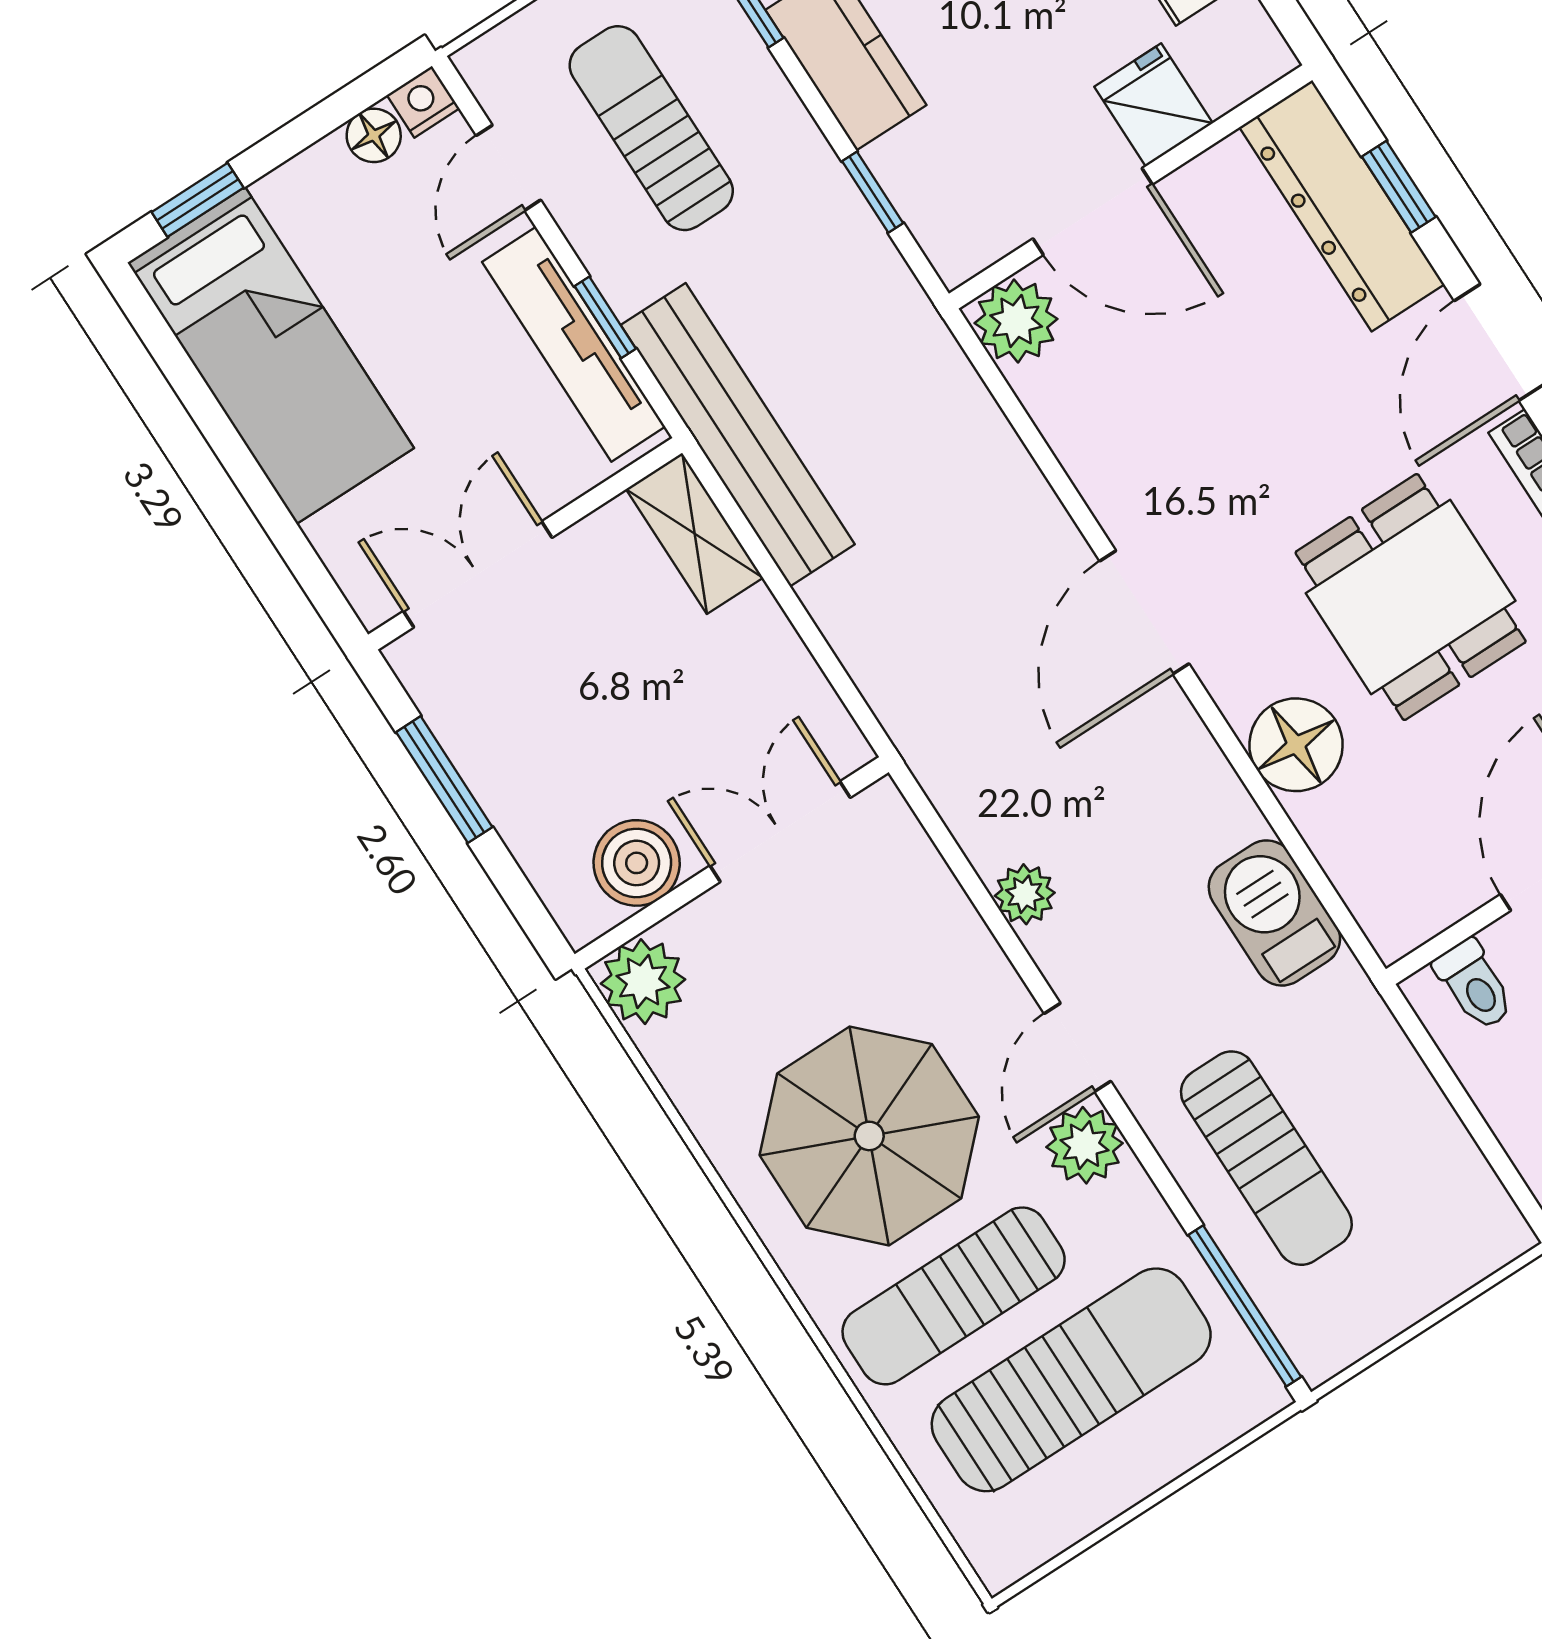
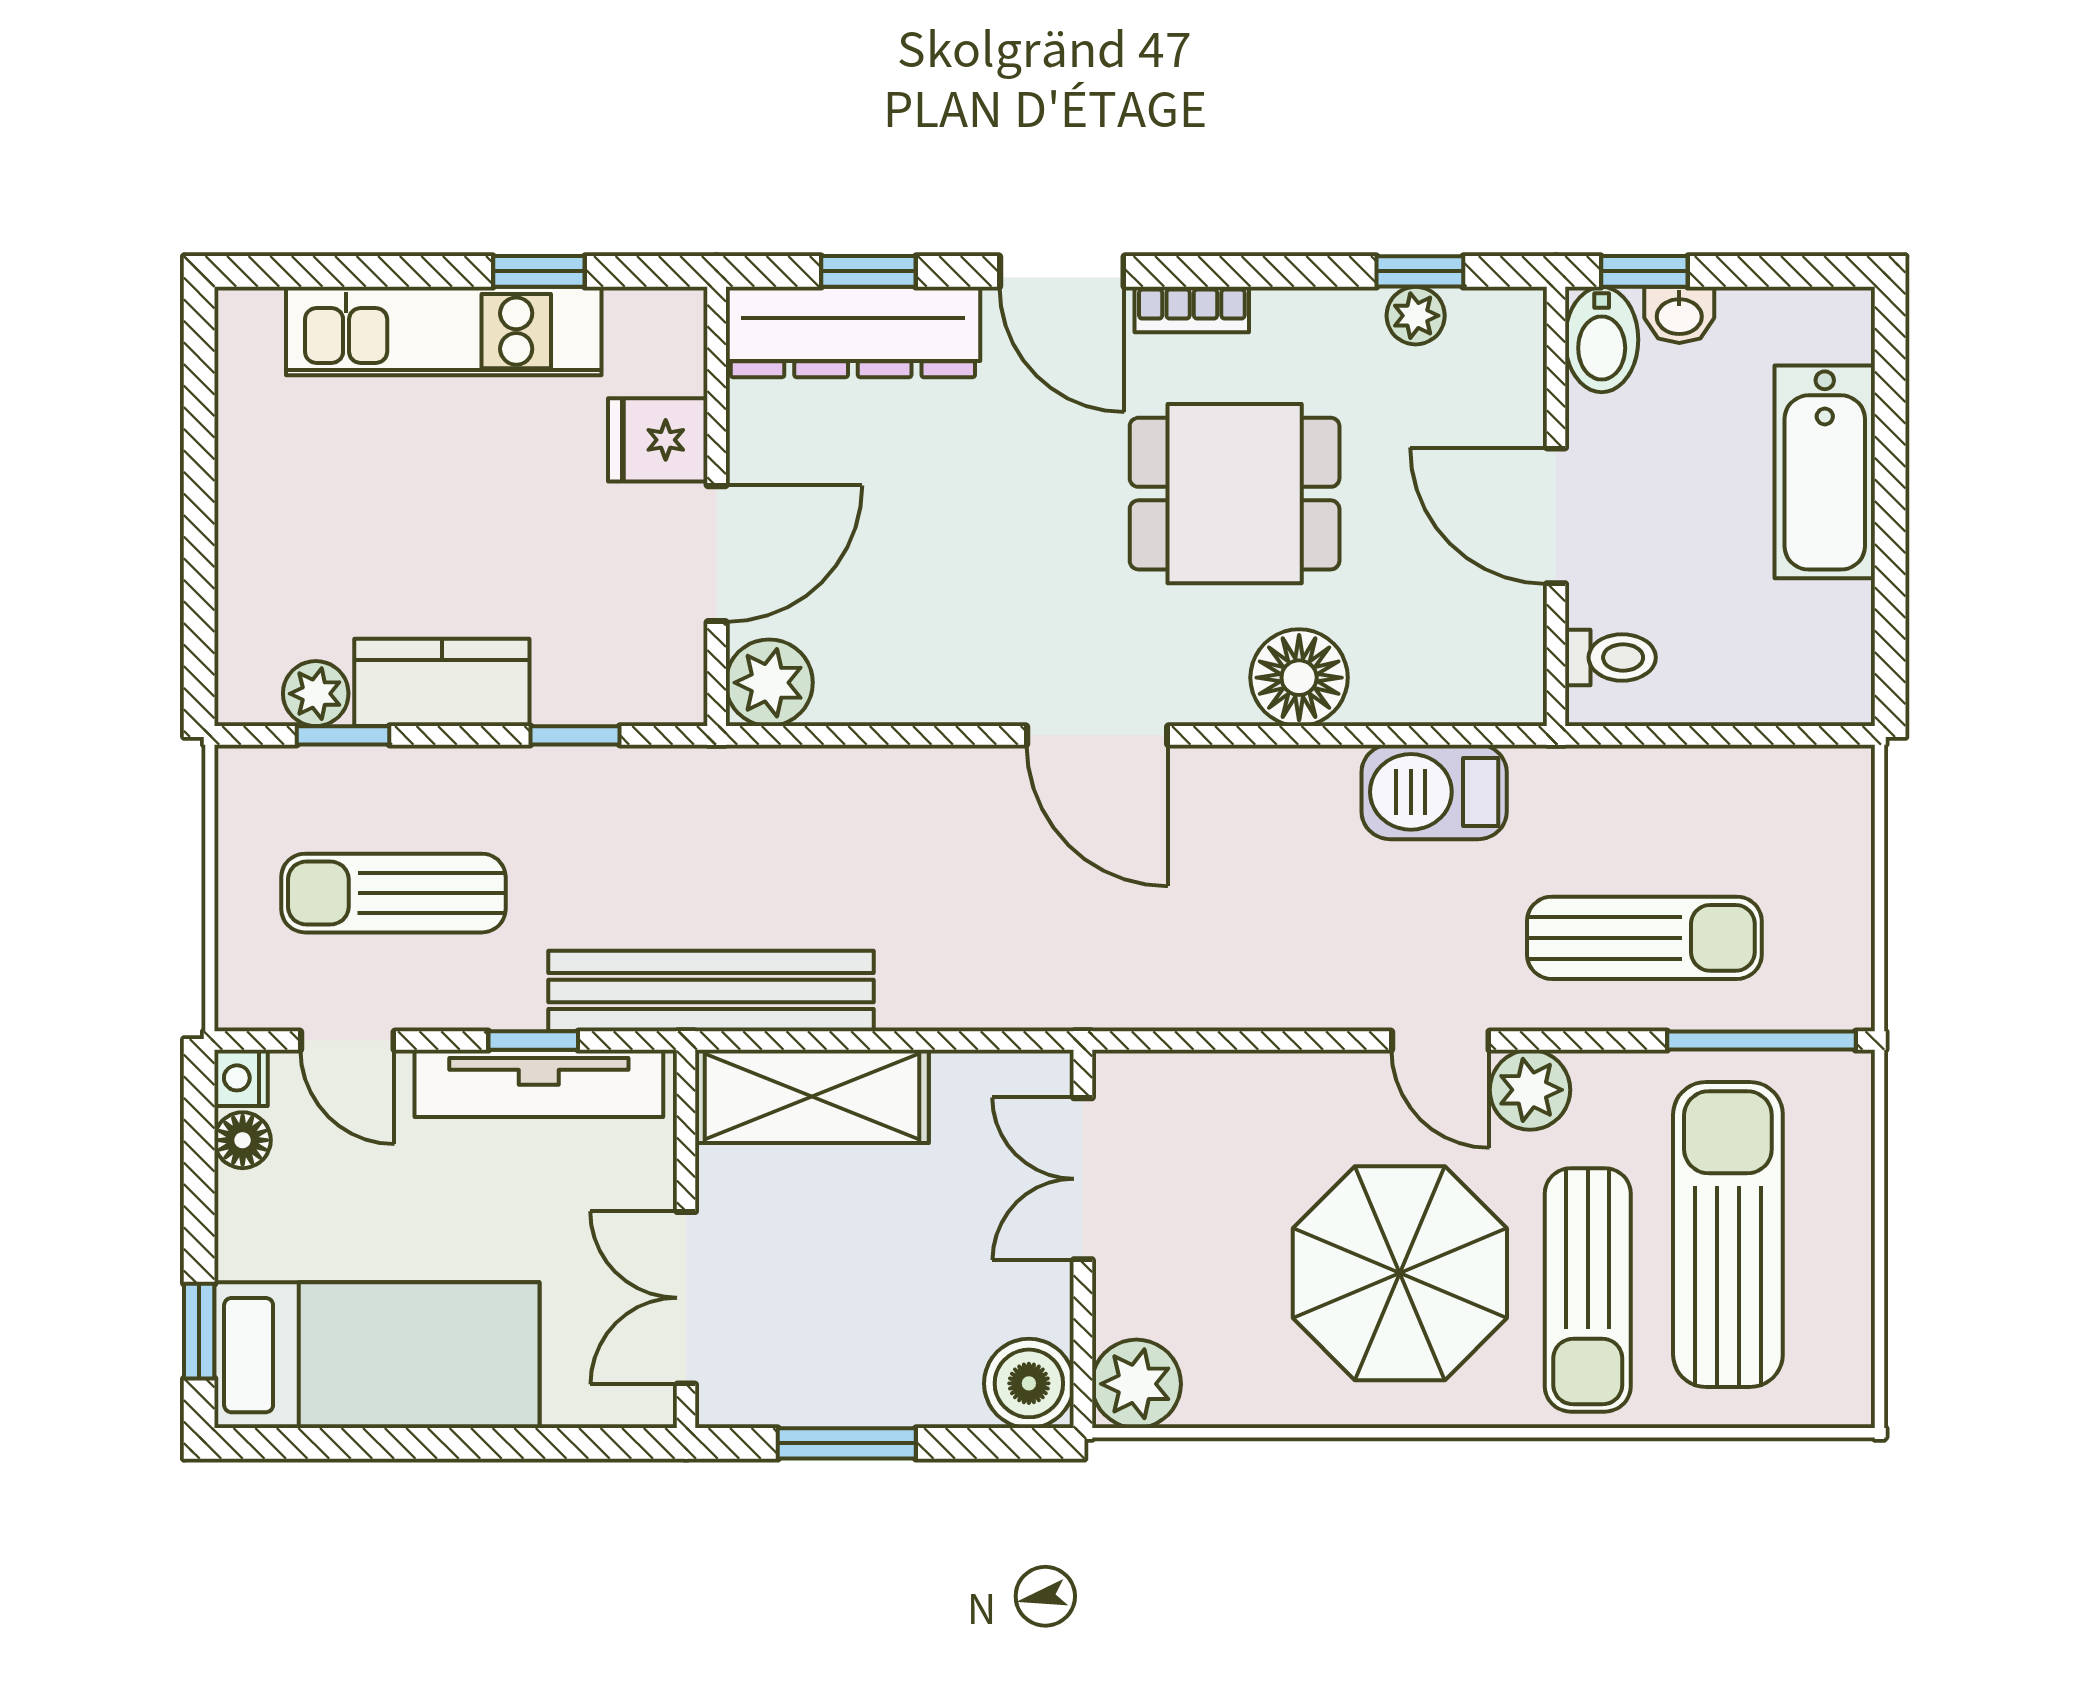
shelving: (695, 533) -> (812, 1096), width x1.50, depth x1.33
boiler: (637, 863) -> (1029, 1383), moved
plant: (1025, 894) -> (1276, 1000), removed

